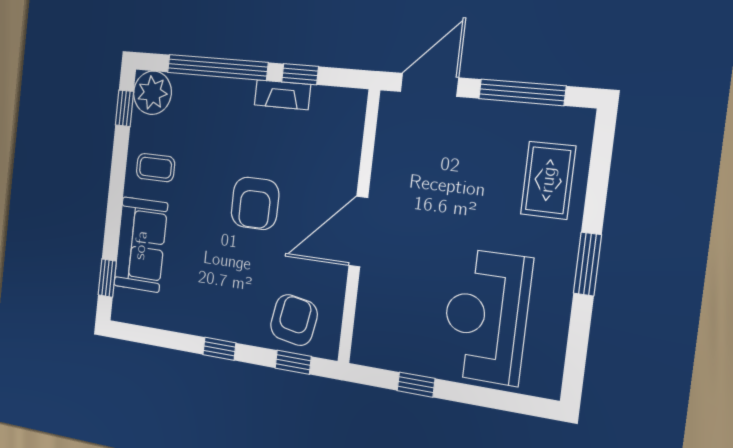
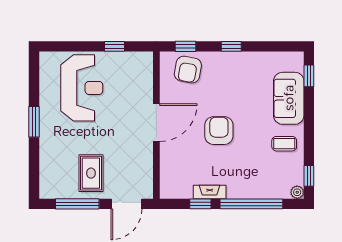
plant: (152, 93) -> (297, 192), width x0.53, depth x0.53
rug: (548, 180) -> (91, 173), moved

